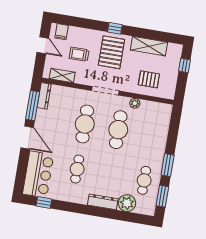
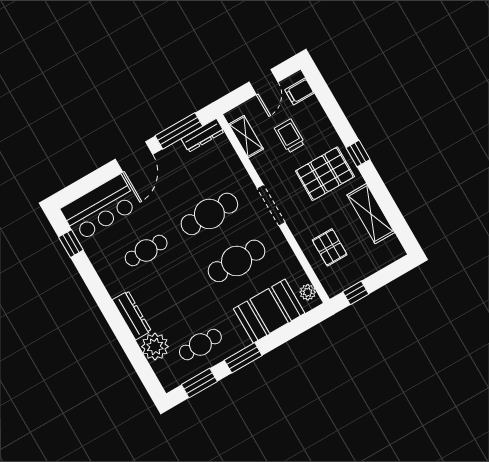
window: (184, 65) -> (356, 293), moved
plant: (135, 103) -> (308, 292), moved
booth: (155, 134) -> (269, 311), added

